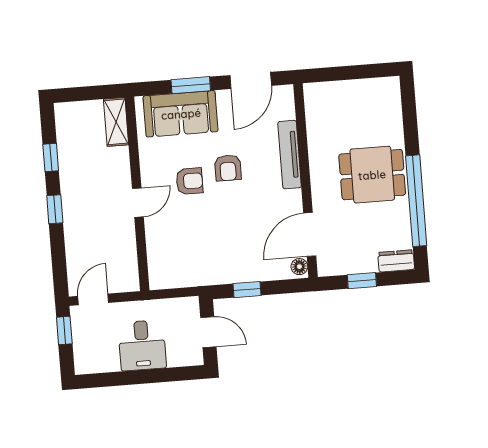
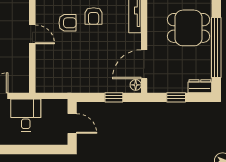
door: (138, 203) -> (32, 34), hinge flipped
window: (247, 290) -> (114, 97), moved
desk: (142, 345) -> (26, 115), moved, turned 180

